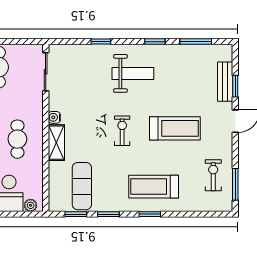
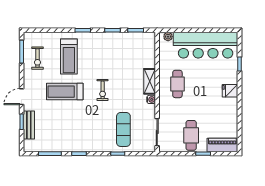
weight bench: (133, 73) -> (95, 131), removed
exercise mat: (82, 186) -> (123, 129), moved
treadmill: (154, 187) -> (69, 57), moved, turned 90

